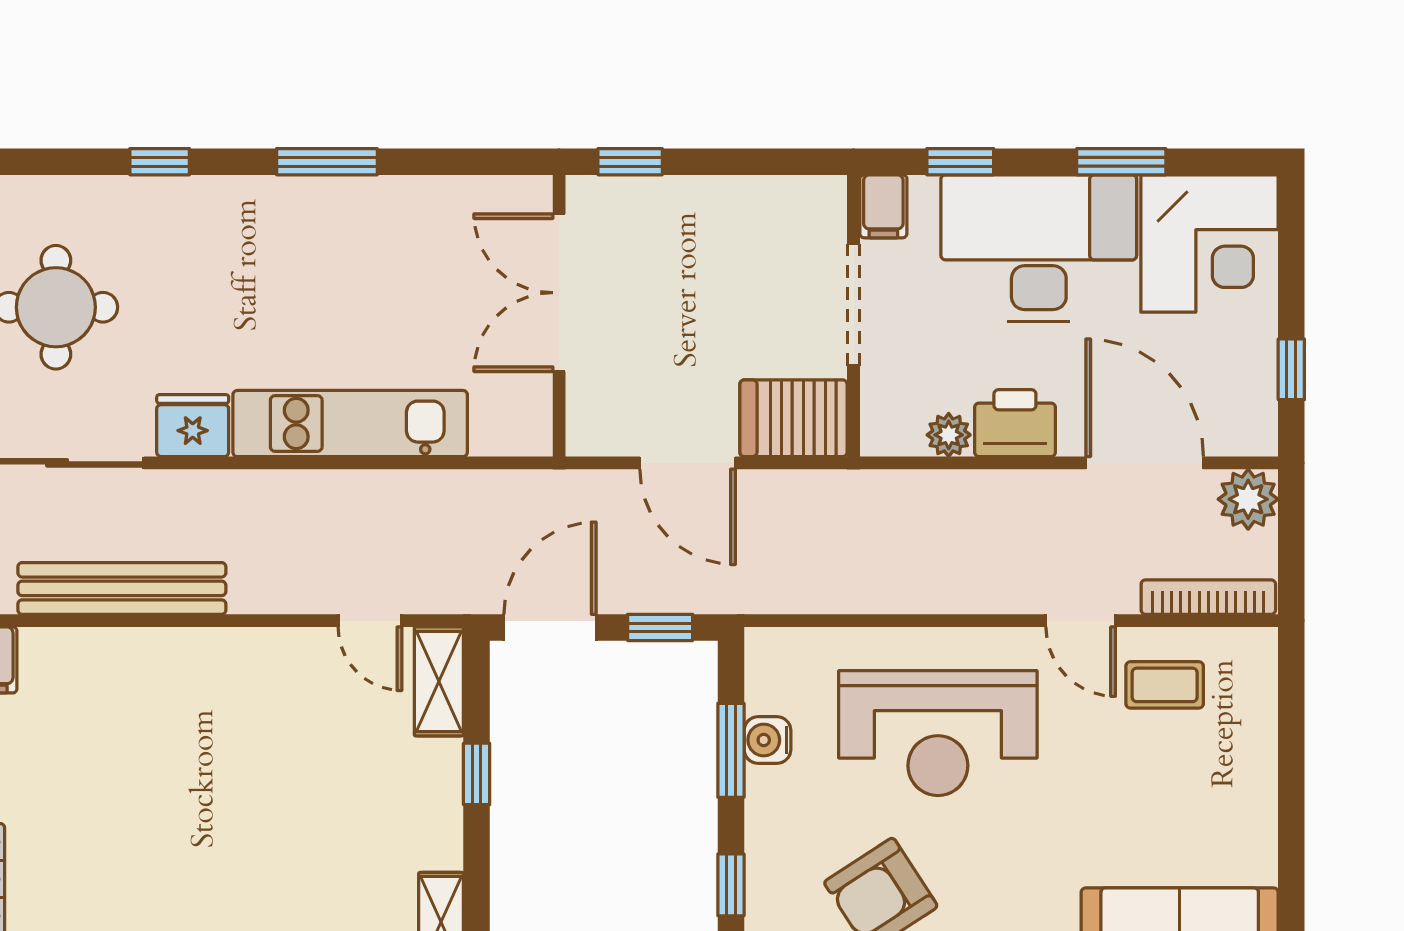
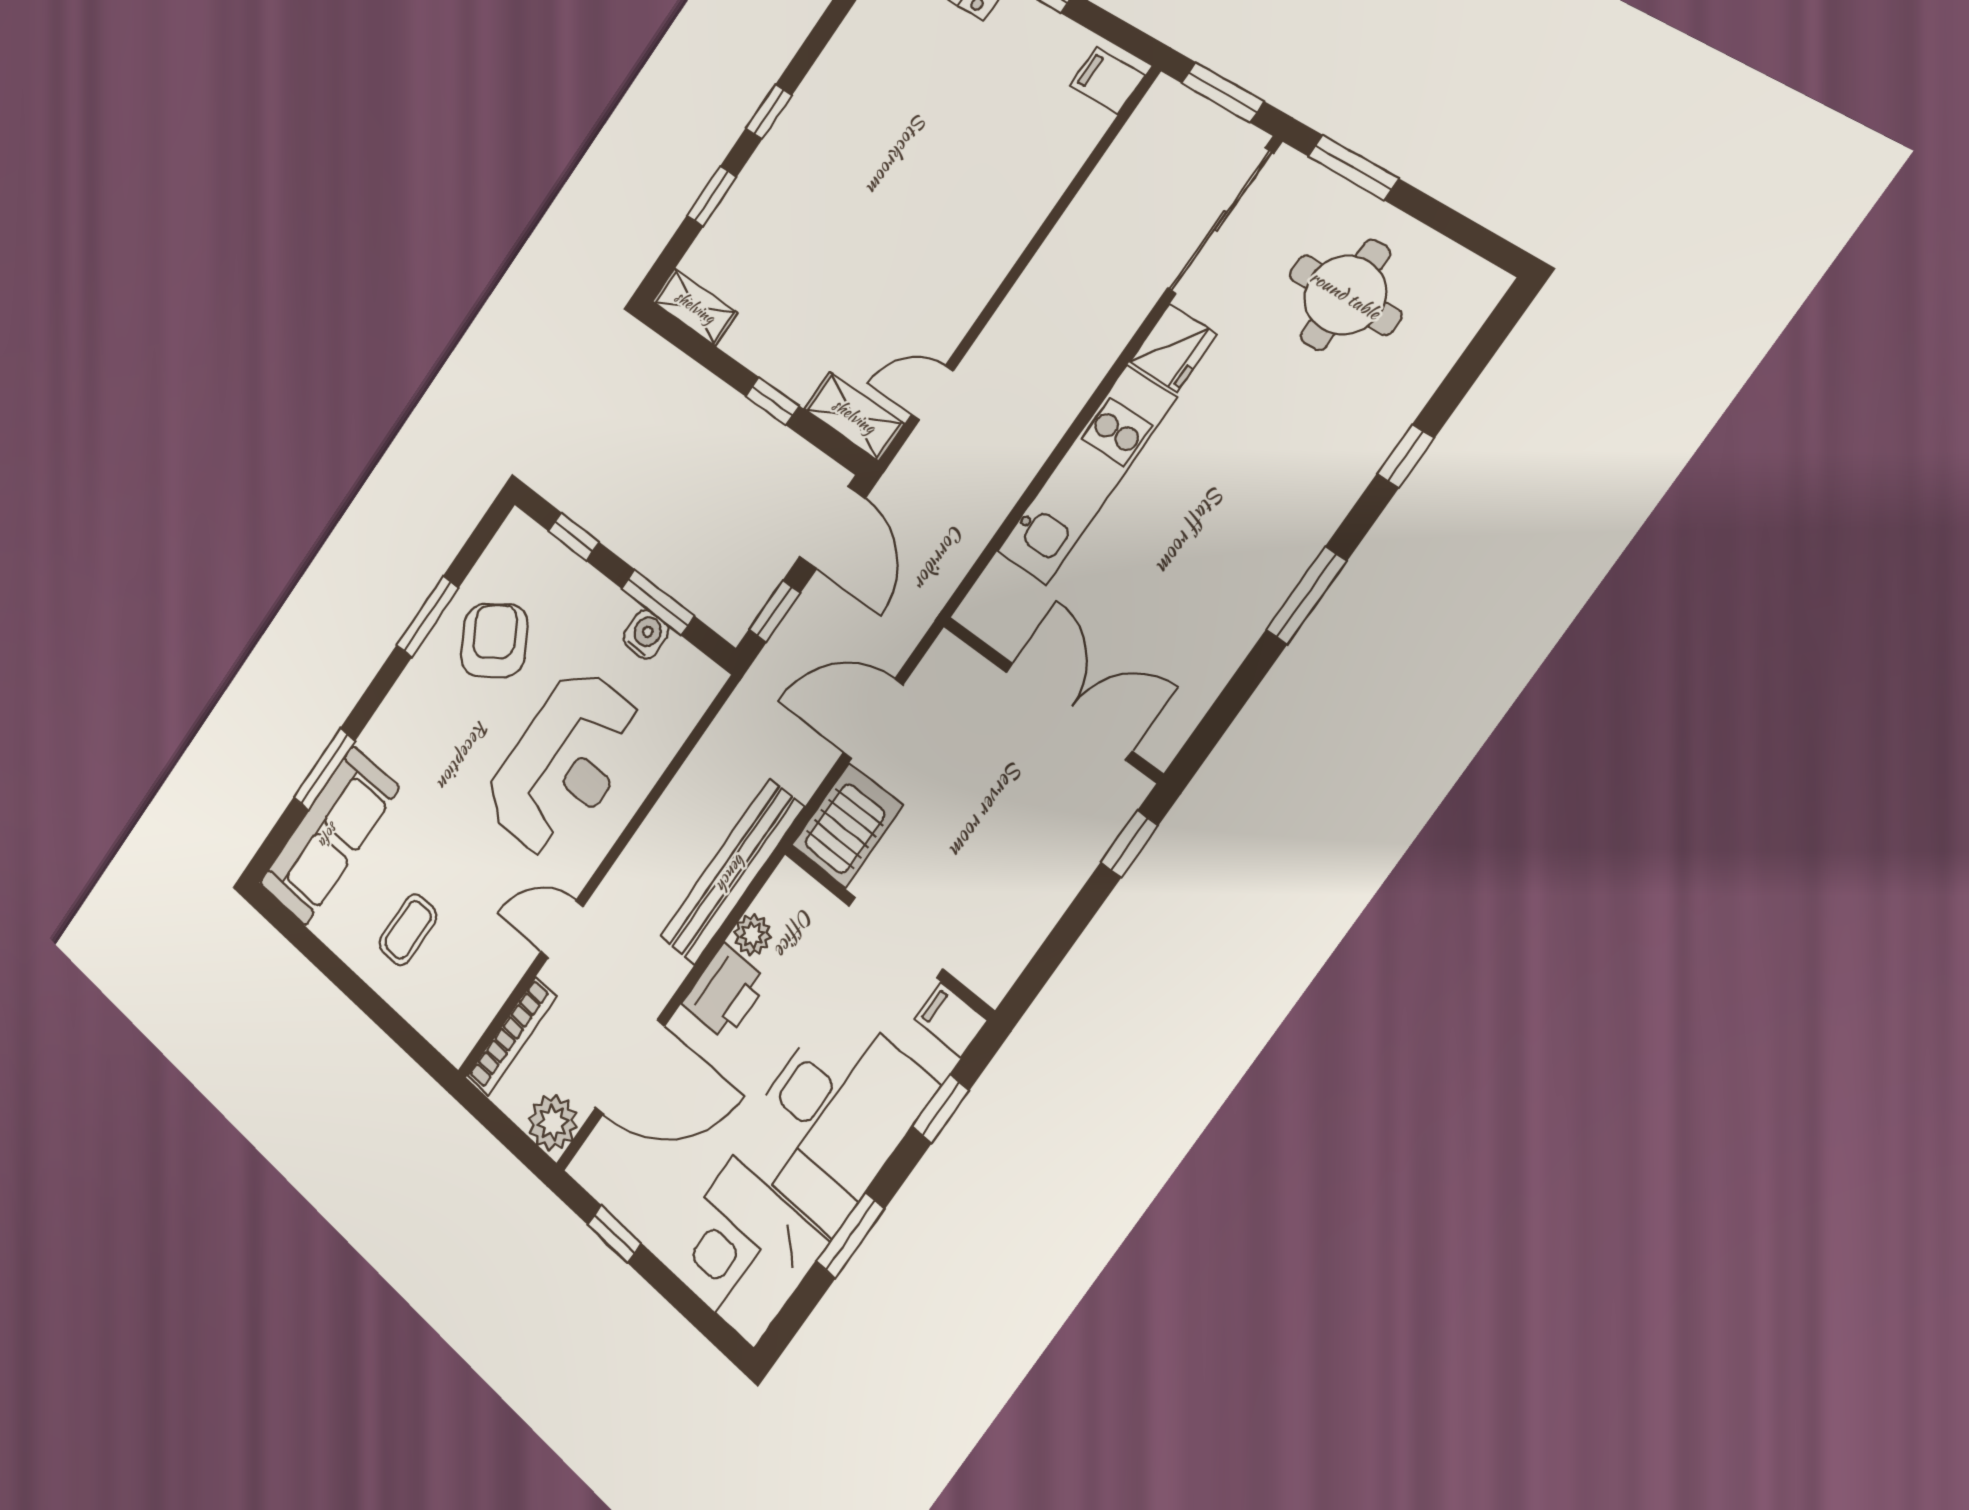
bench: (122, 588) -> (732, 872), moved
coffee table: (1165, 685) -> (408, 930), moved
reception desk: (938, 733) -> (564, 763), turned 180

